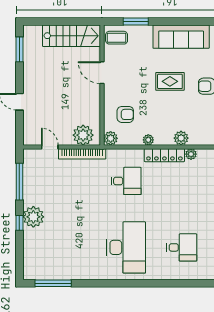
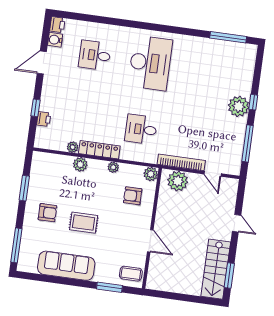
stairs: (71, 36) -> (216, 269), moved, turned -90
desk: (126, 247) -> (150, 63), turned 180

